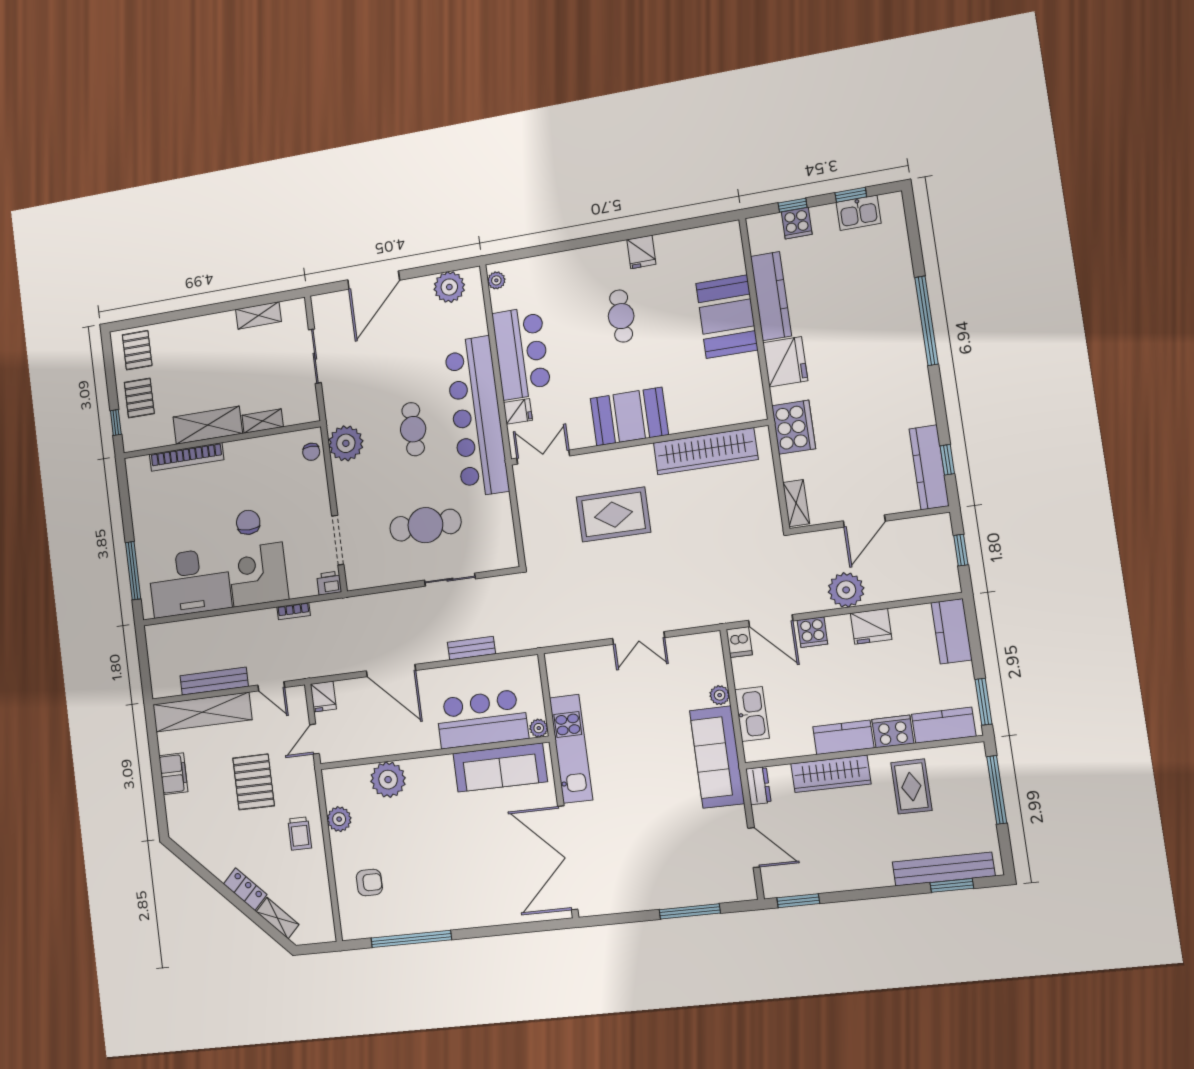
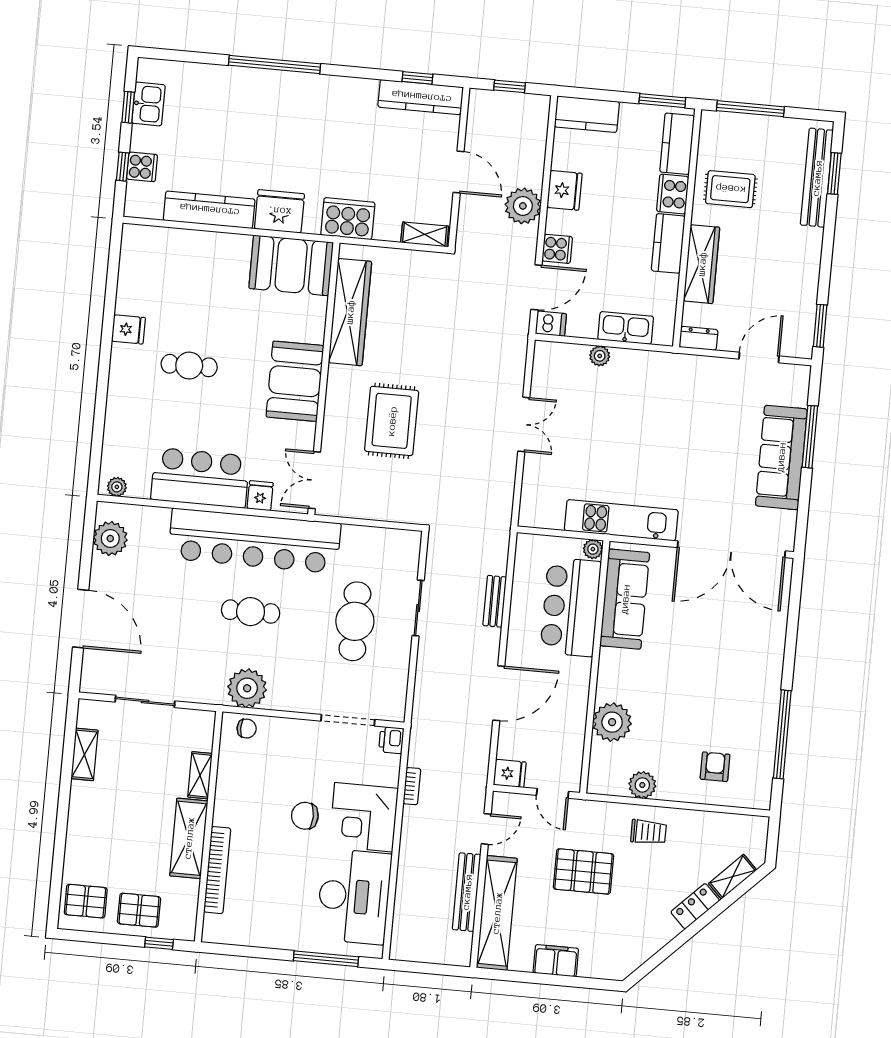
booth: (727, 317) -> (291, 265), moved
sofa: (717, 757) -> (781, 457), moved, turned 90

